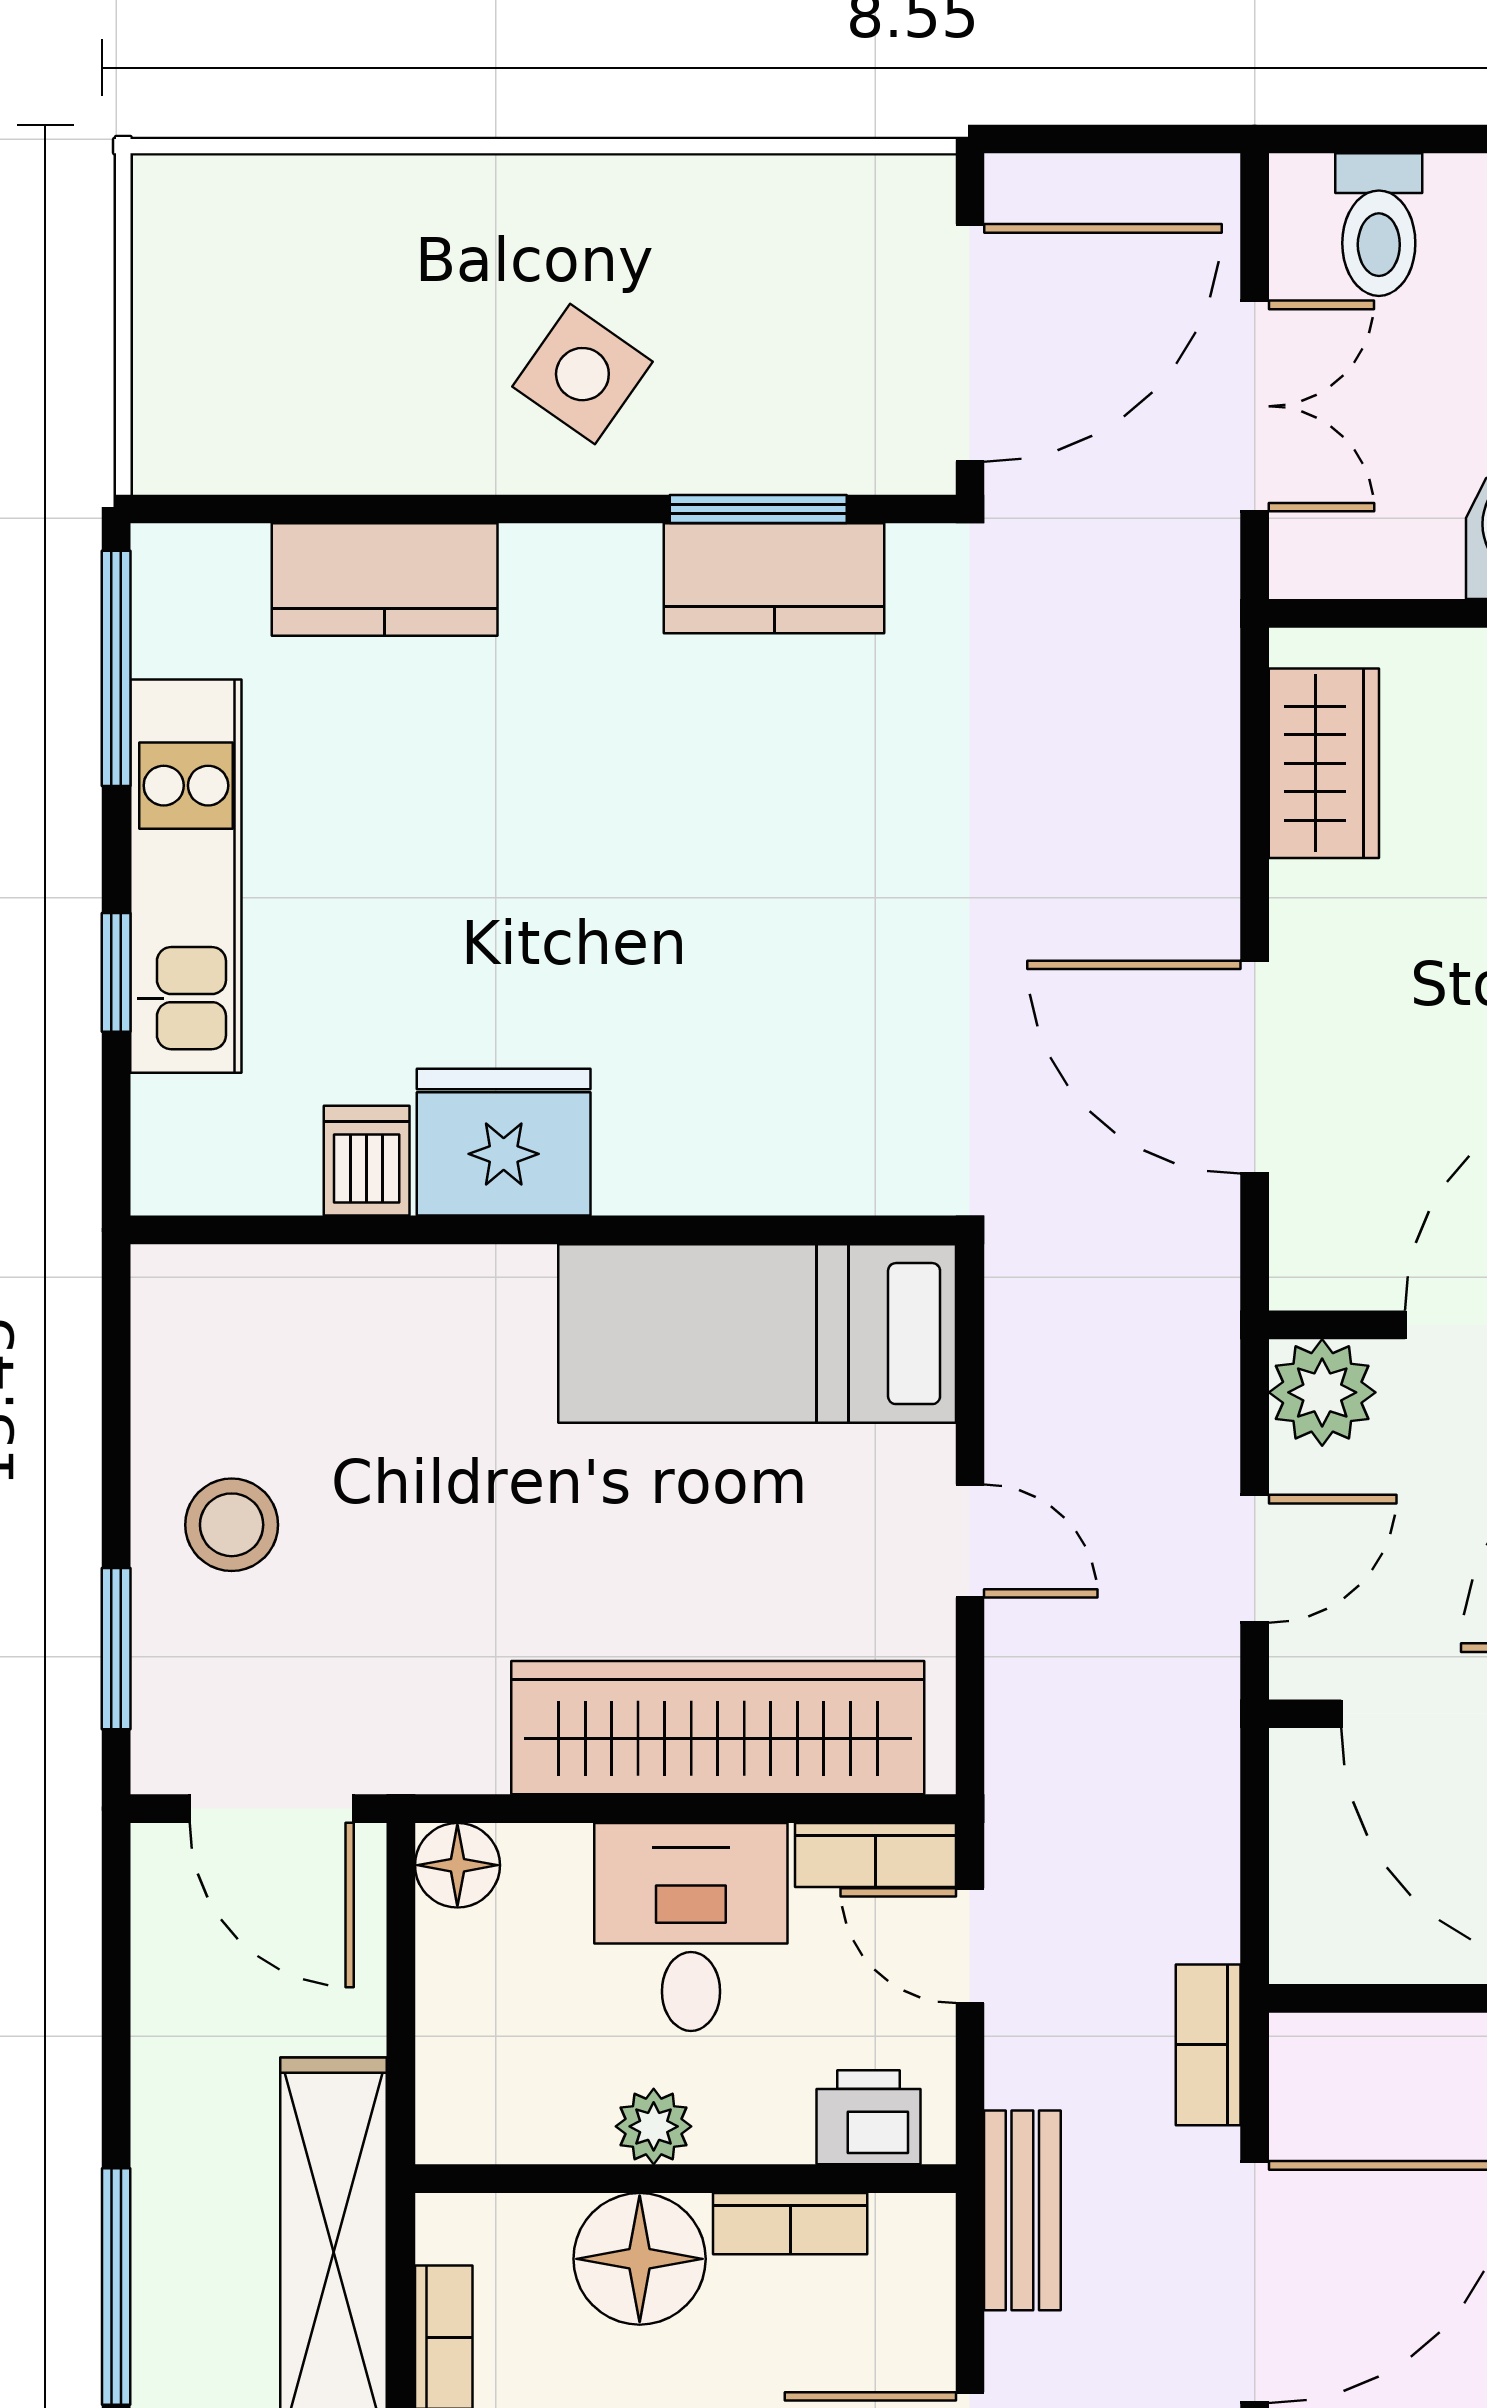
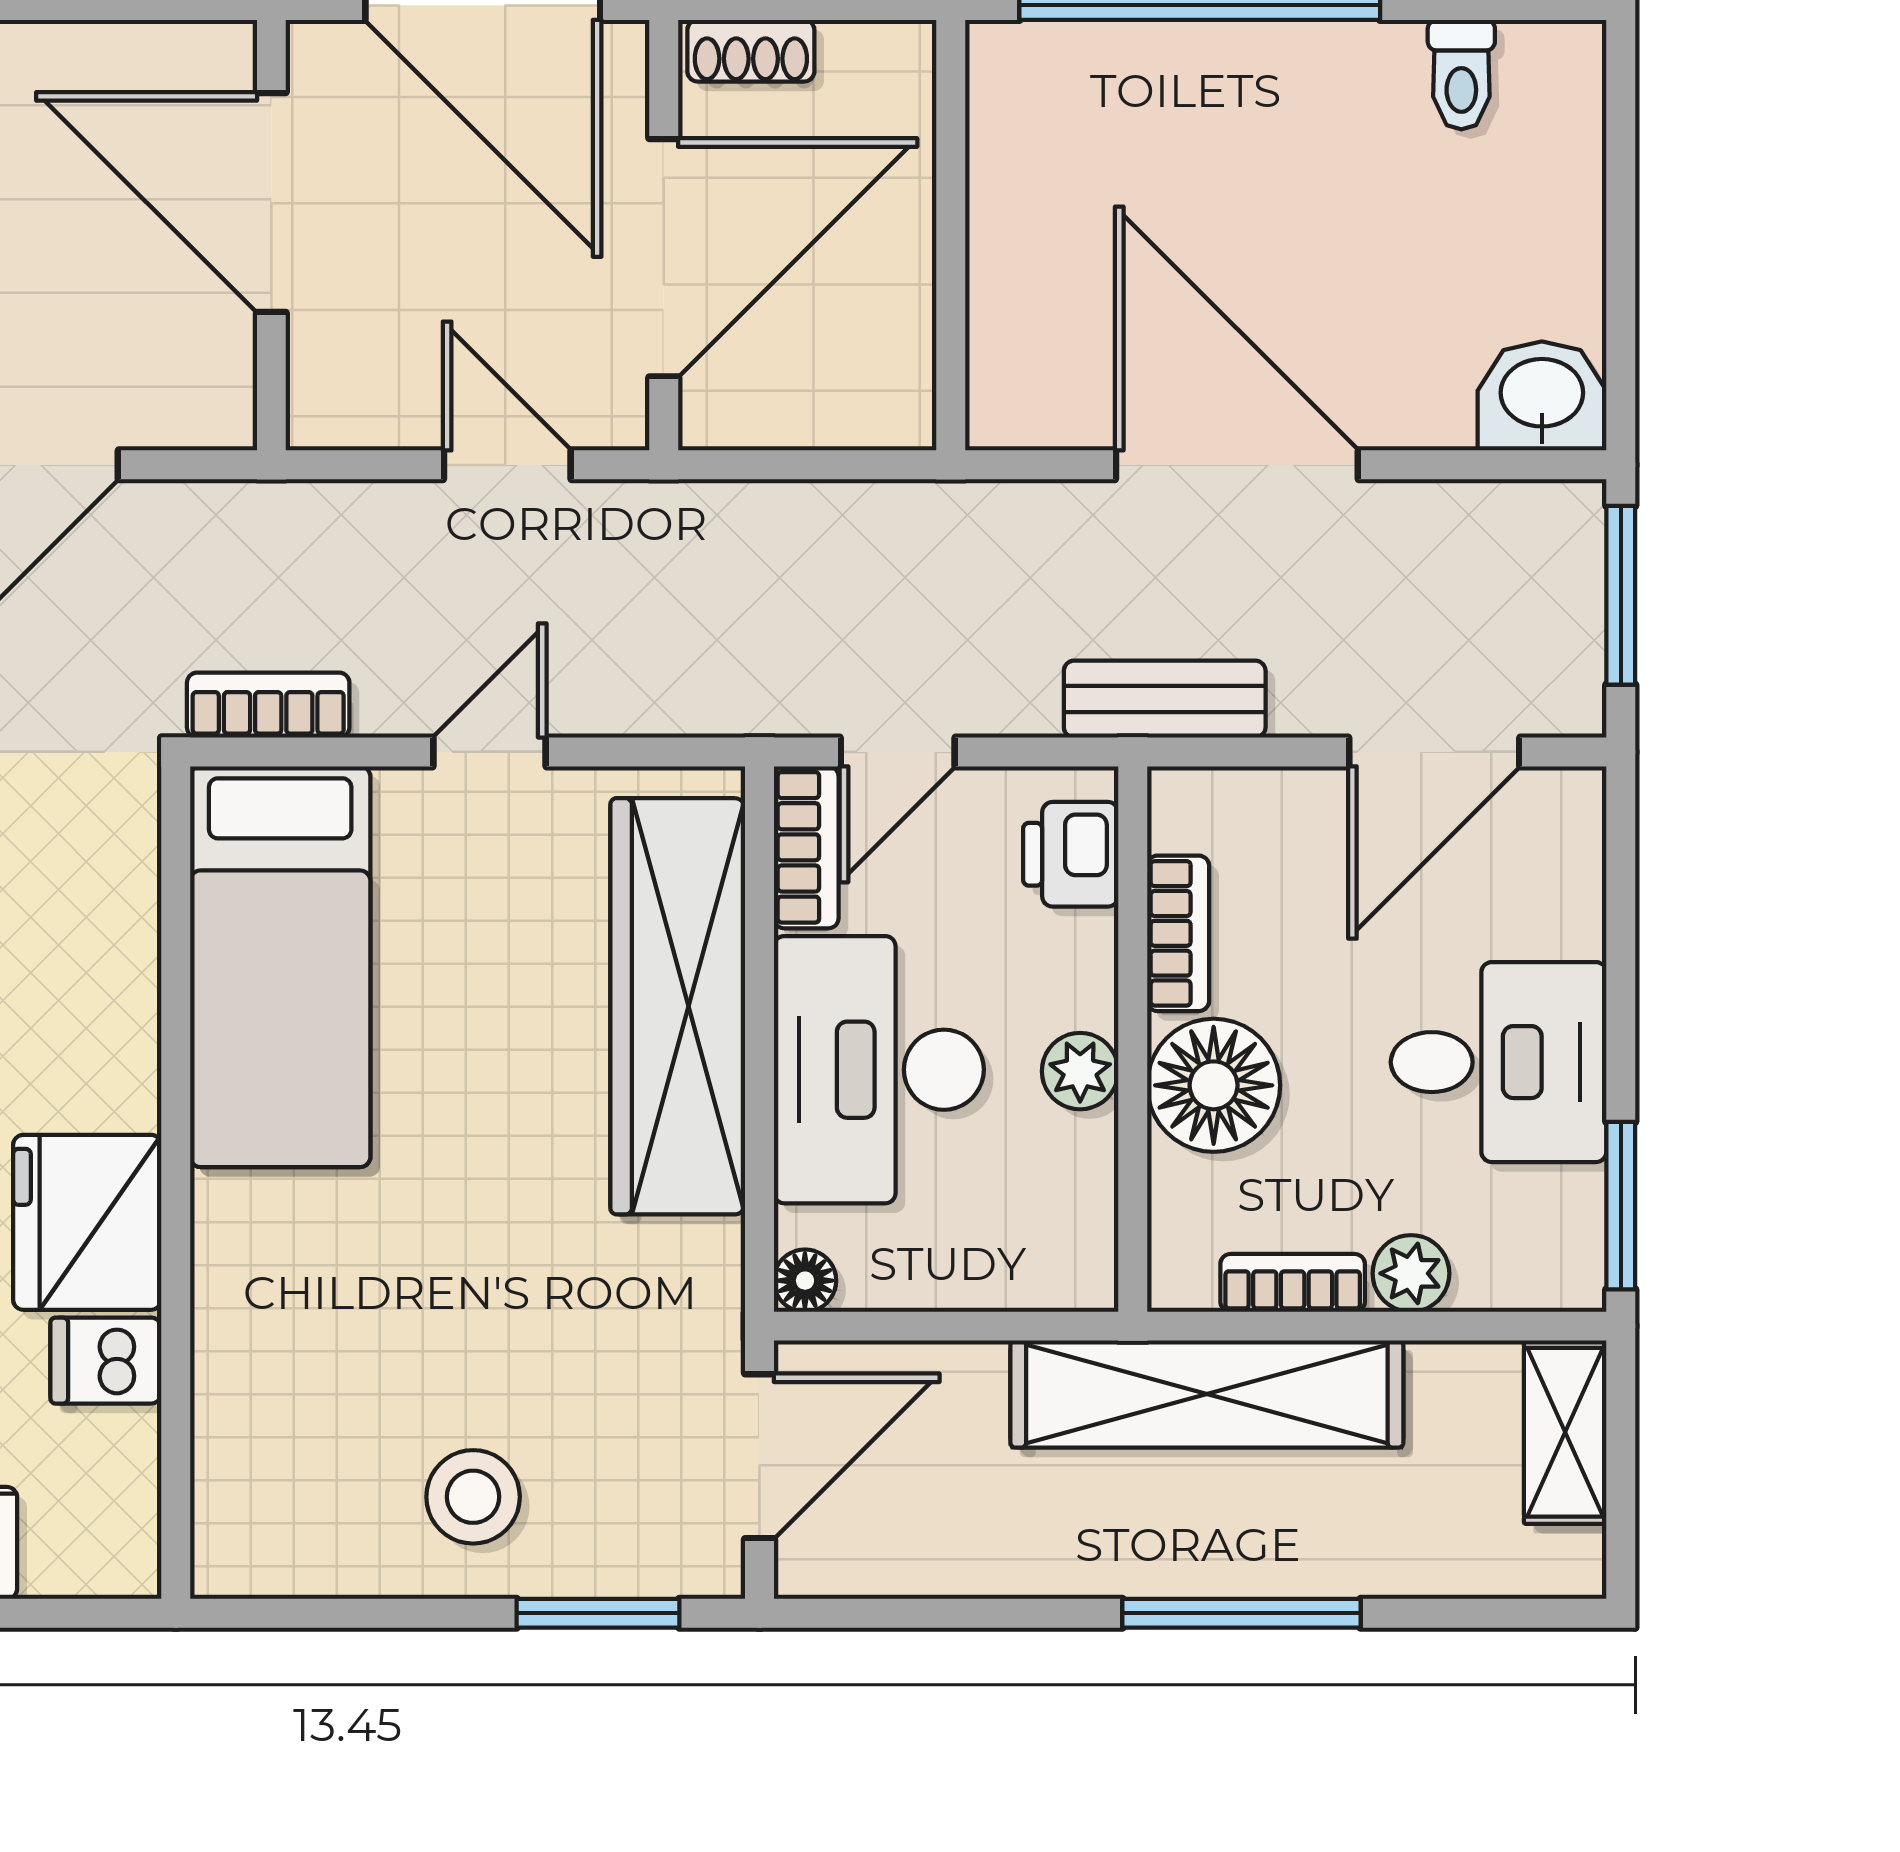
plant: (1322, 1392) -> (340, 397), removed
floor lamp: (457, 1865) -> (805, 1281), width x0.73, depth x0.73
desk: (691, 1927) -> (879, 1070), width x1.37
bookcase: (1208, 2045) -> (268, 705), moved, turned 180

